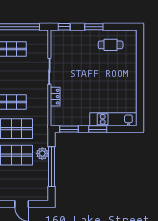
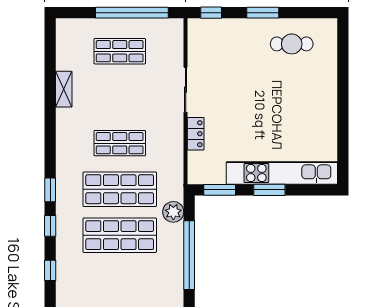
kitchen unit: (113, 119) -> (282, 173), width x1.36
plant: (42, 154) -> (173, 212), moved

